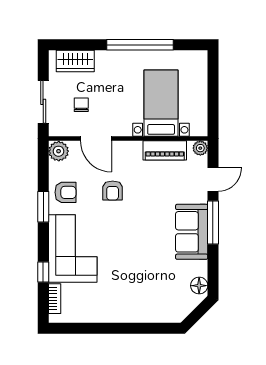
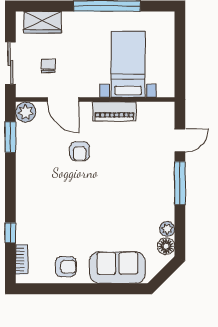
plant: (200, 148) -> (167, 229), moved
piano: (165, 150) -> (114, 111), moved
armchair: (65, 192) -> (66, 267), moved
window: (43, 207) -> (10, 137), moved
sofa: (192, 232) -> (117, 268), moved, turned 90
corner sofa: (73, 248) -> (40, 209), removed

